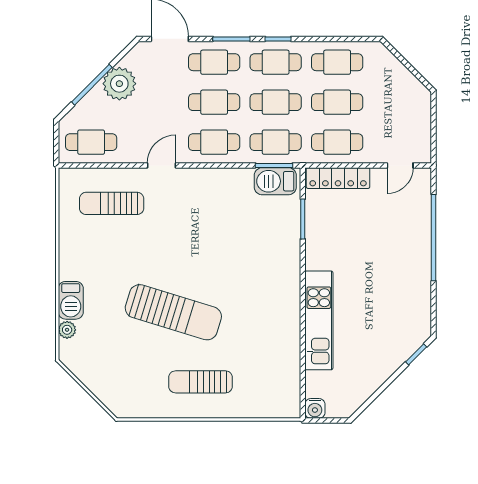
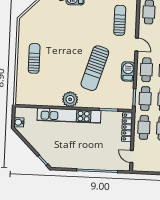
barbecue: (275, 181) -> (128, 71), moved
plant: (284, 302) -> (70, 99), added
sun lounger: (173, 312) -> (95, 68), moved
kitchen unit: (319, 320) -> (69, 116), width x1.36
water cooler: (315, 408) -> (19, 122), moved

